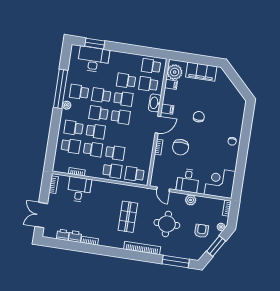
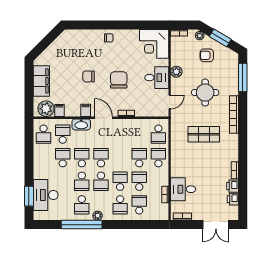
school desk: (126, 81) -> (63, 158), turned 180
school desk: (148, 84) -> (63, 134), turned 180
chair: (181, 147) -> (119, 80), moved, turned -90

